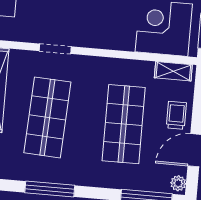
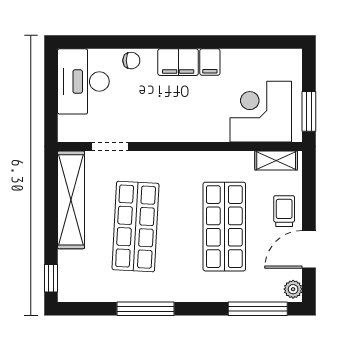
doorway: (55, 49) -> (110, 147), moved

